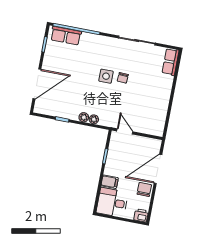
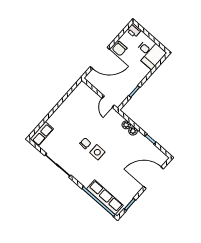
row of seats: (66, 36) -> (105, 197), width x1.48
filing cabinet: (110, 182) -> (143, 70), removed

